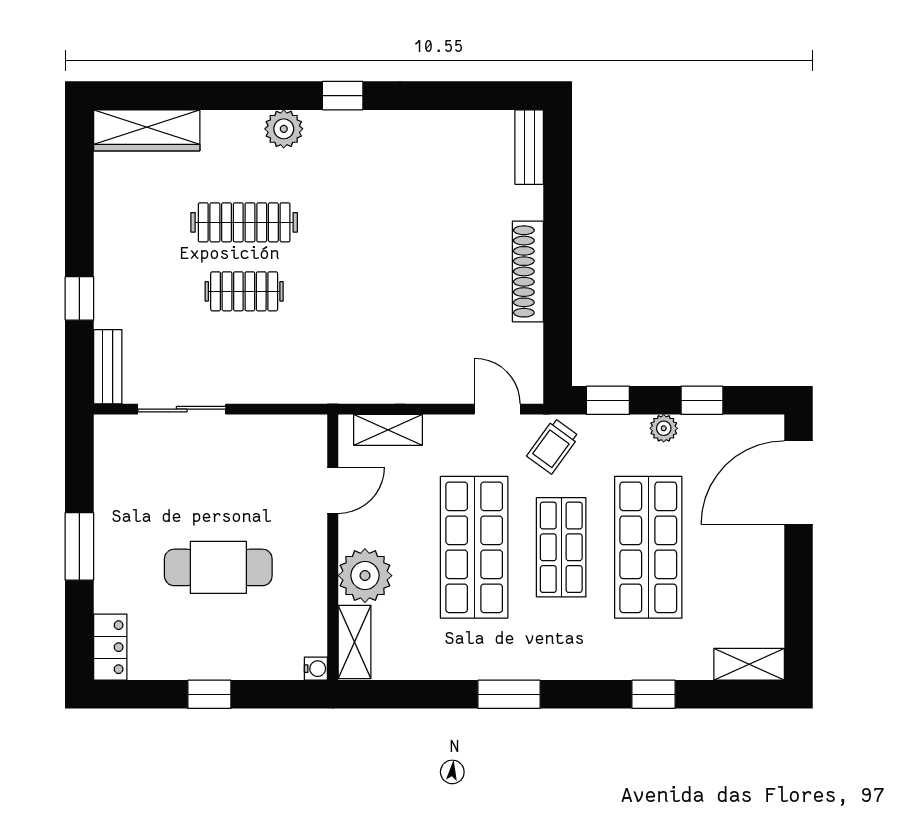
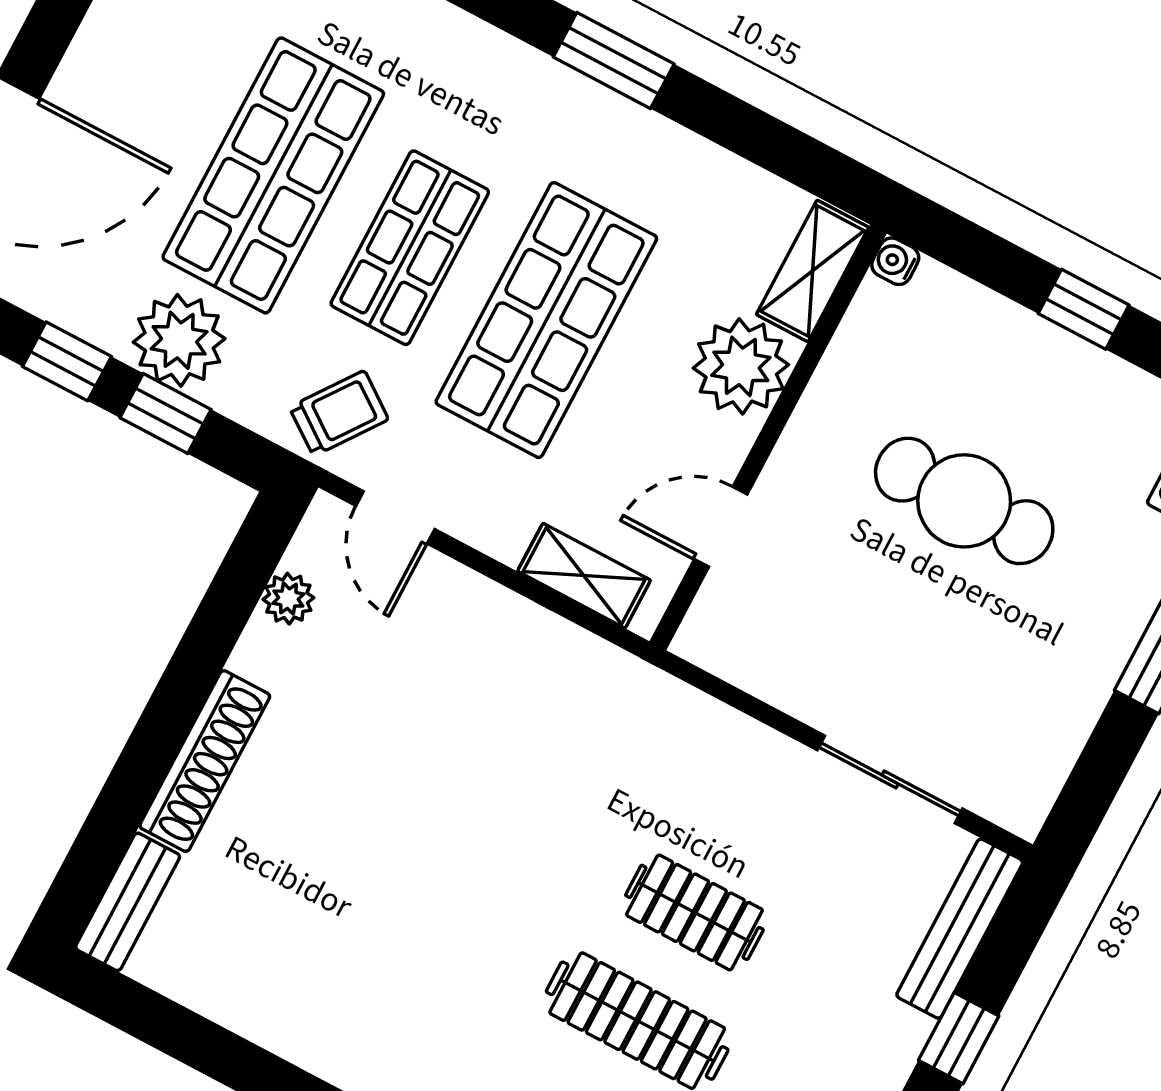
shoe rack: (528, 271) -> (205, 761), moved
plant: (529, 341) -> (288, 599), added
bench: (108, 367) -> (960, 929), width x1.36
window: (608, 400) -> (166, 414), moved
plant: (664, 428) -> (179, 340), width x1.88, depth x1.88

